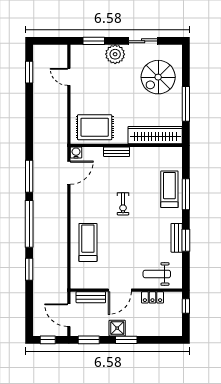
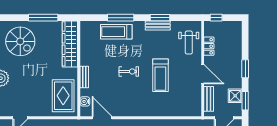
water cooler: (76, 153) -> (85, 101), moved
treadmill: (88, 242) -> (160, 75), moved, turned -90
shower: (117, 328) -> (235, 96), moved

